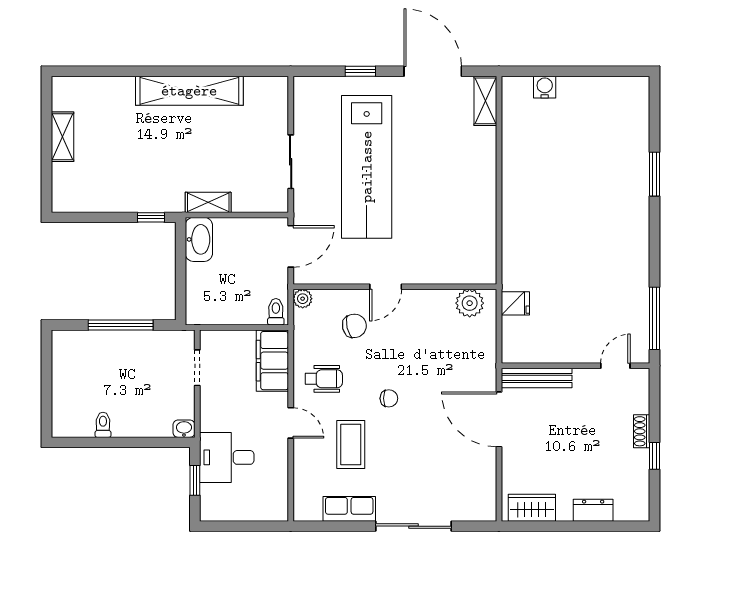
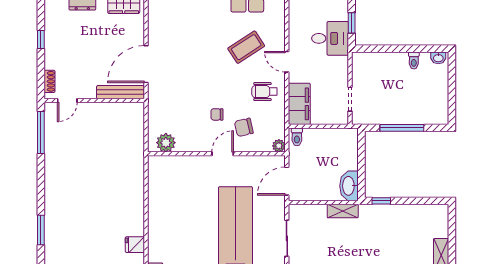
fridge: (515, 303) -> (135, 245), moved
chair: (389, 398) -> (217, 114), moved
door: (499, 419) -> (146, 64), swing flipped
washbasin: (184, 429) -> (438, 58), moved
shoe rack: (642, 431) -> (49, 81), moved
coffee table: (351, 444) -> (246, 47), turned 57

